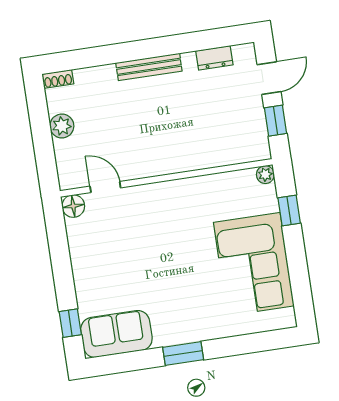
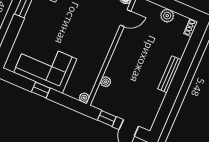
dresser: (214, 58) -> (155, 108), removed
plant: (221, 157) -> (106, 82), added
window: (289, 210) -> (41, 90), moved

